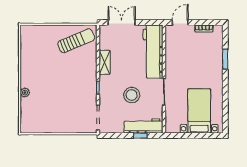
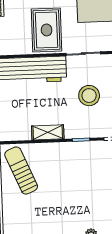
rug: (183, 64) -> (47, 30), added

